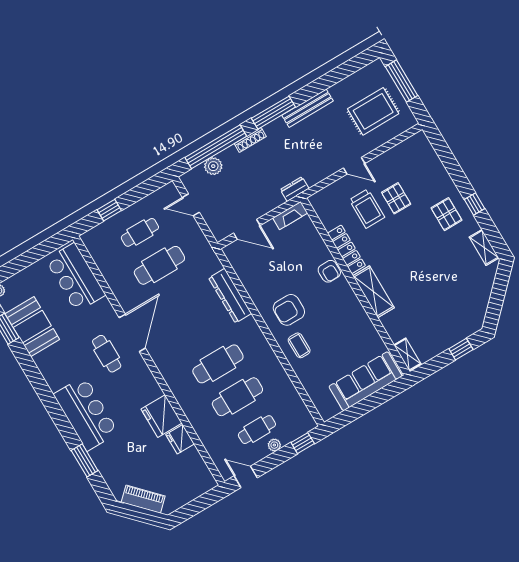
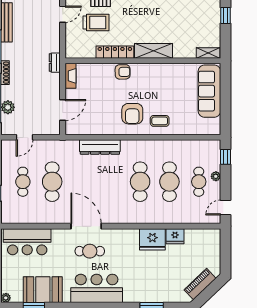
bar counter: (86, 413) -> (97, 288), moved

